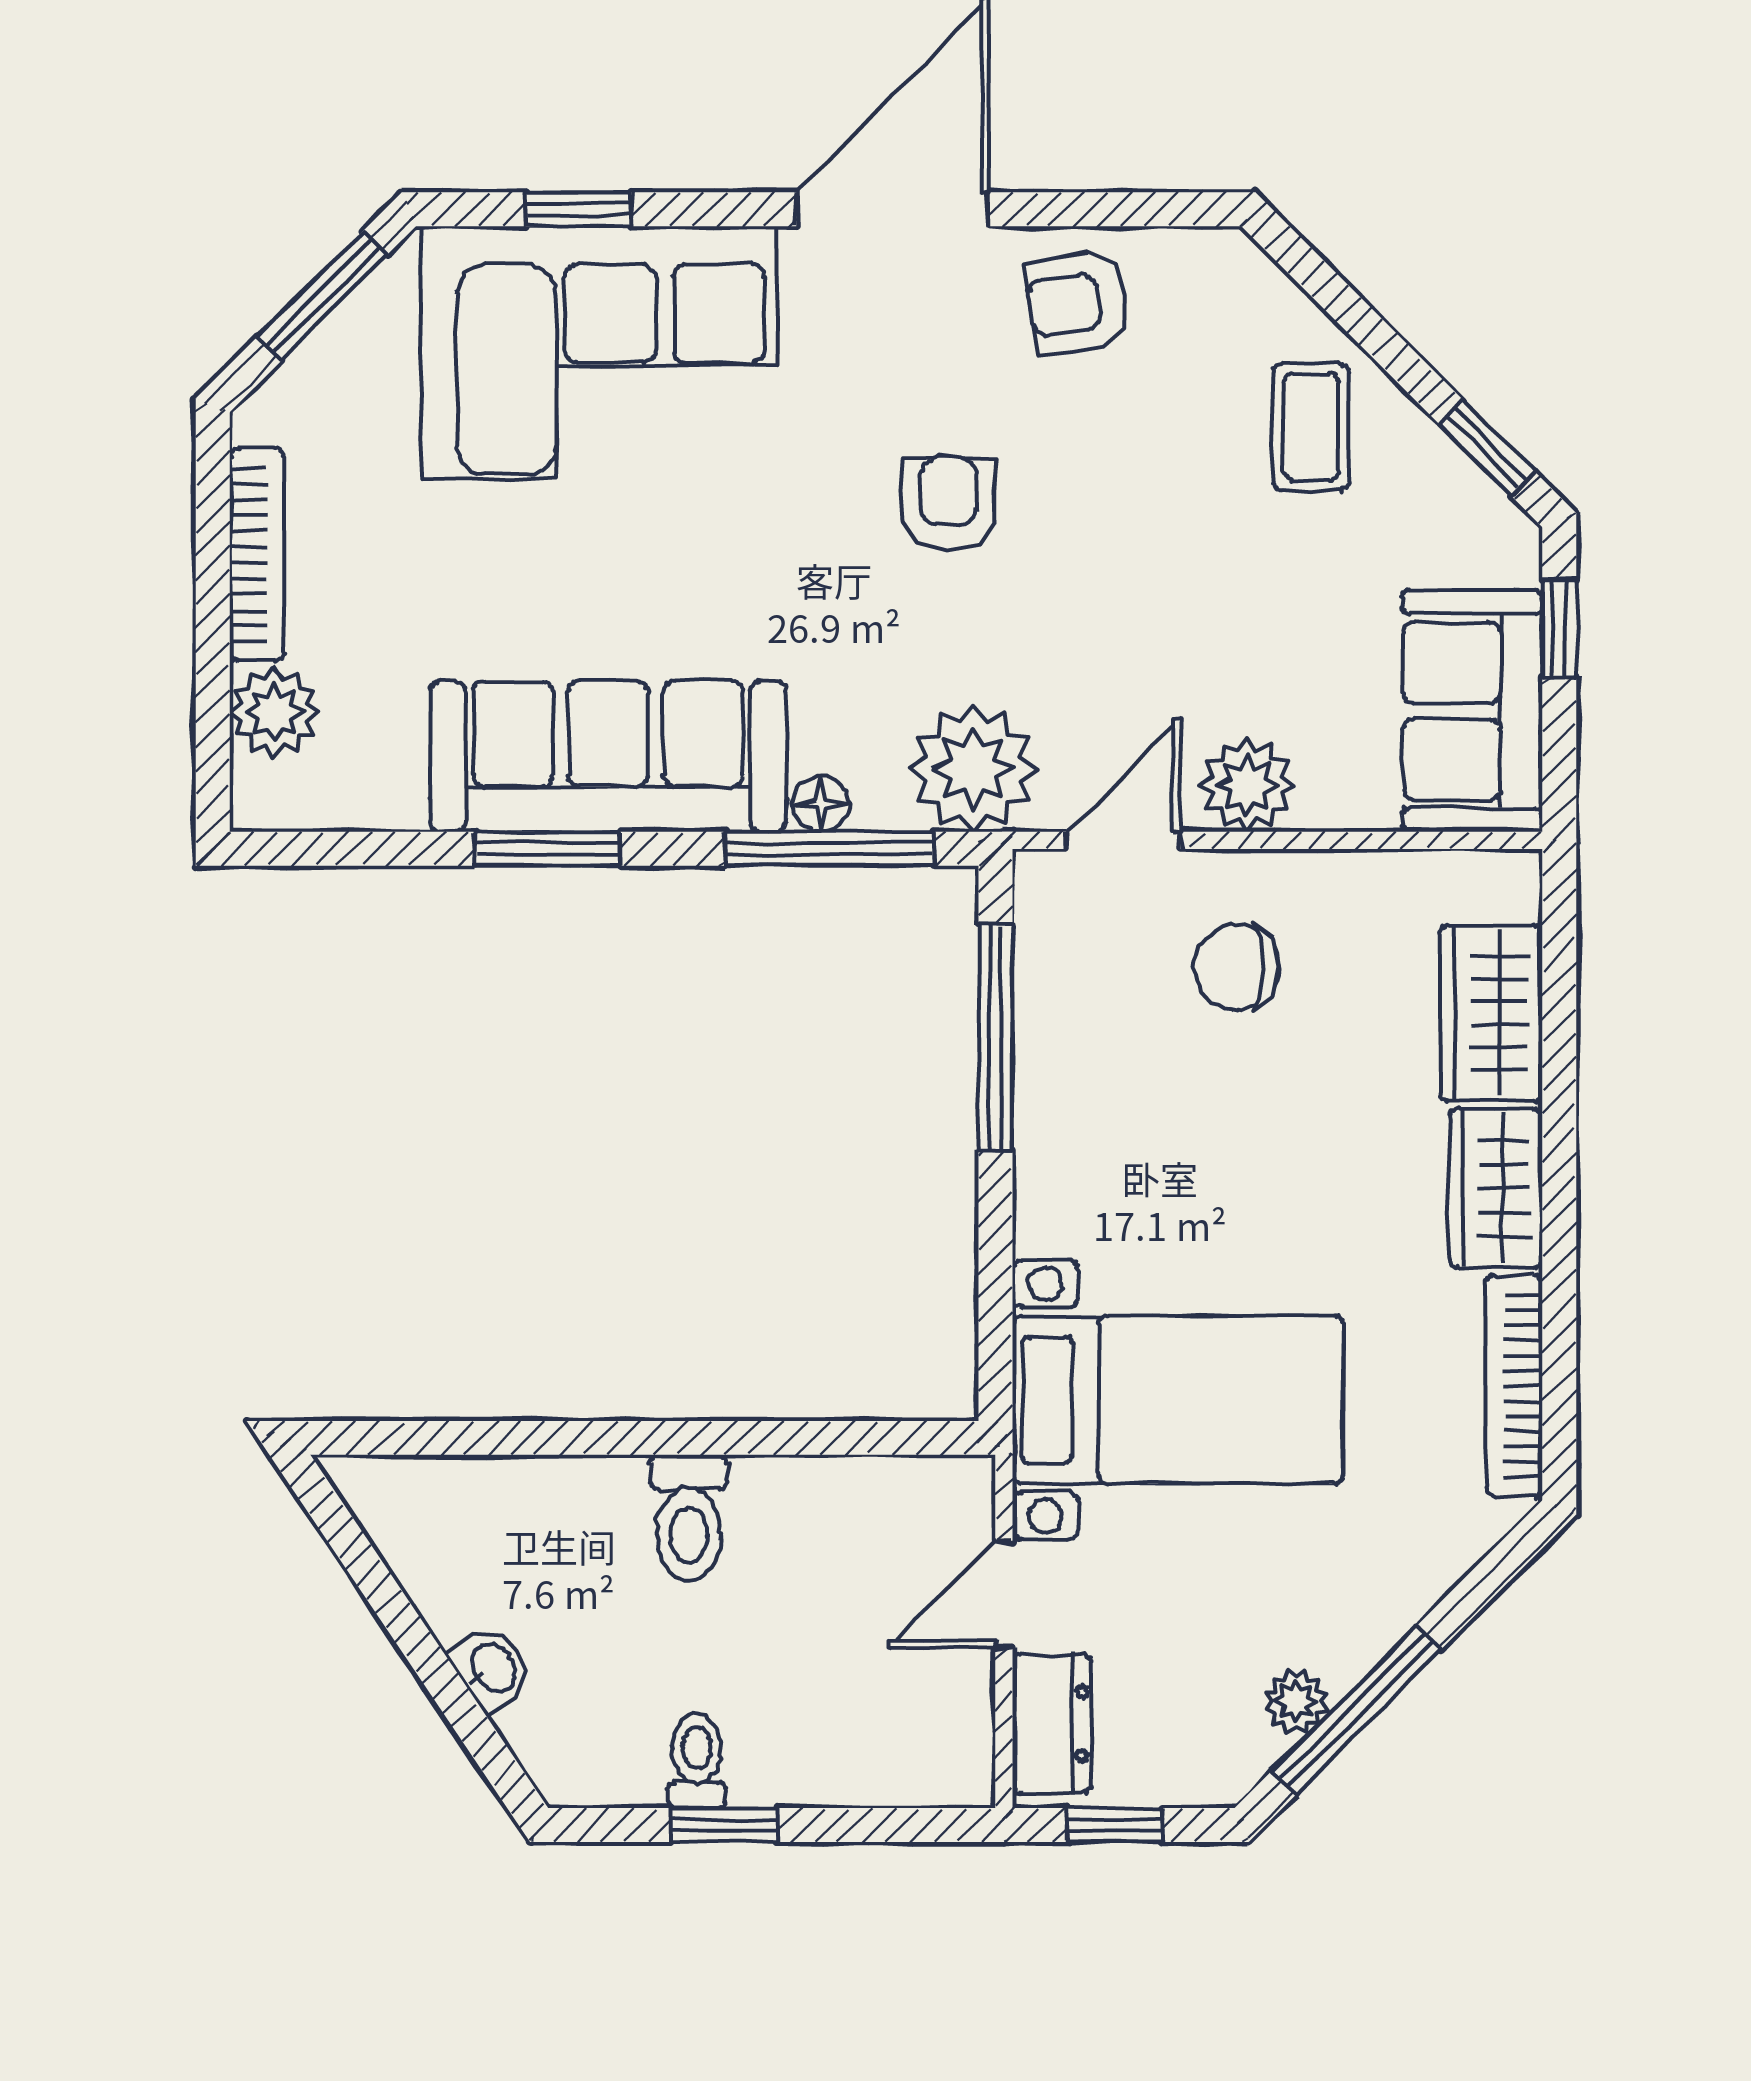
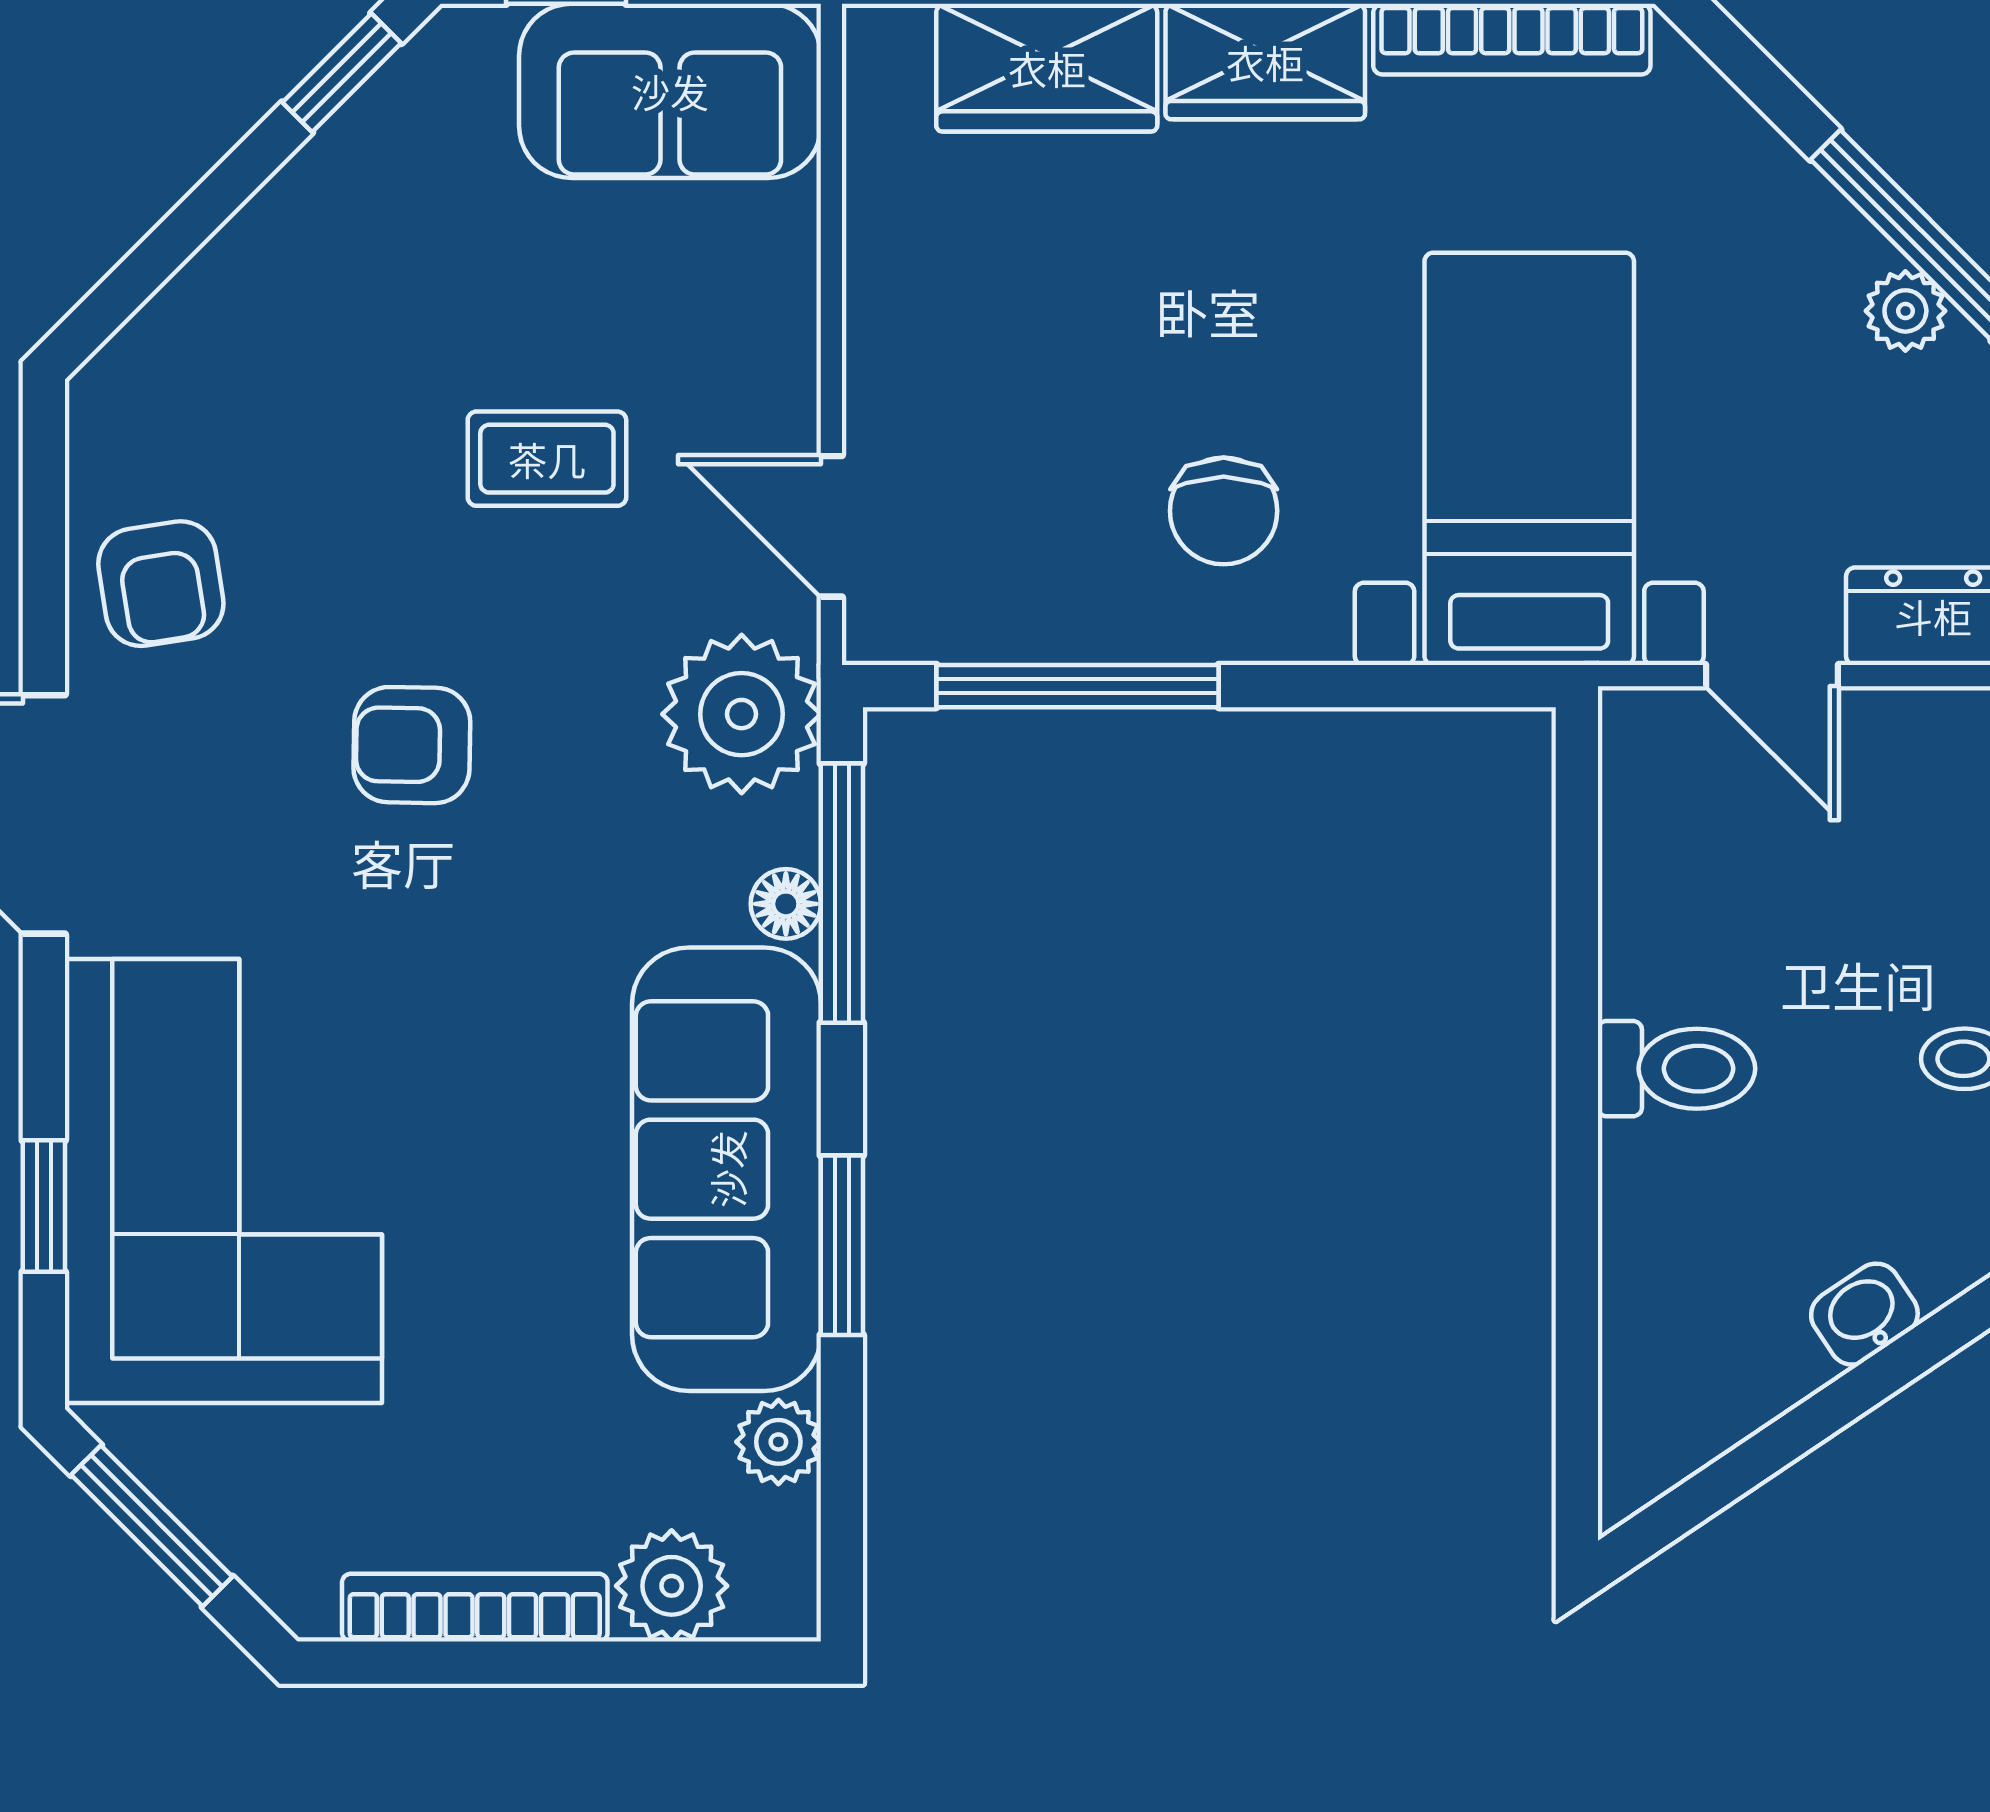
coffee table: (1311, 427) -> (547, 459), moved
plant: (1247, 785) -> (778, 1442), moved, width x0.73, depth x0.73
chair: (1237, 967) -> (1224, 511), moved

